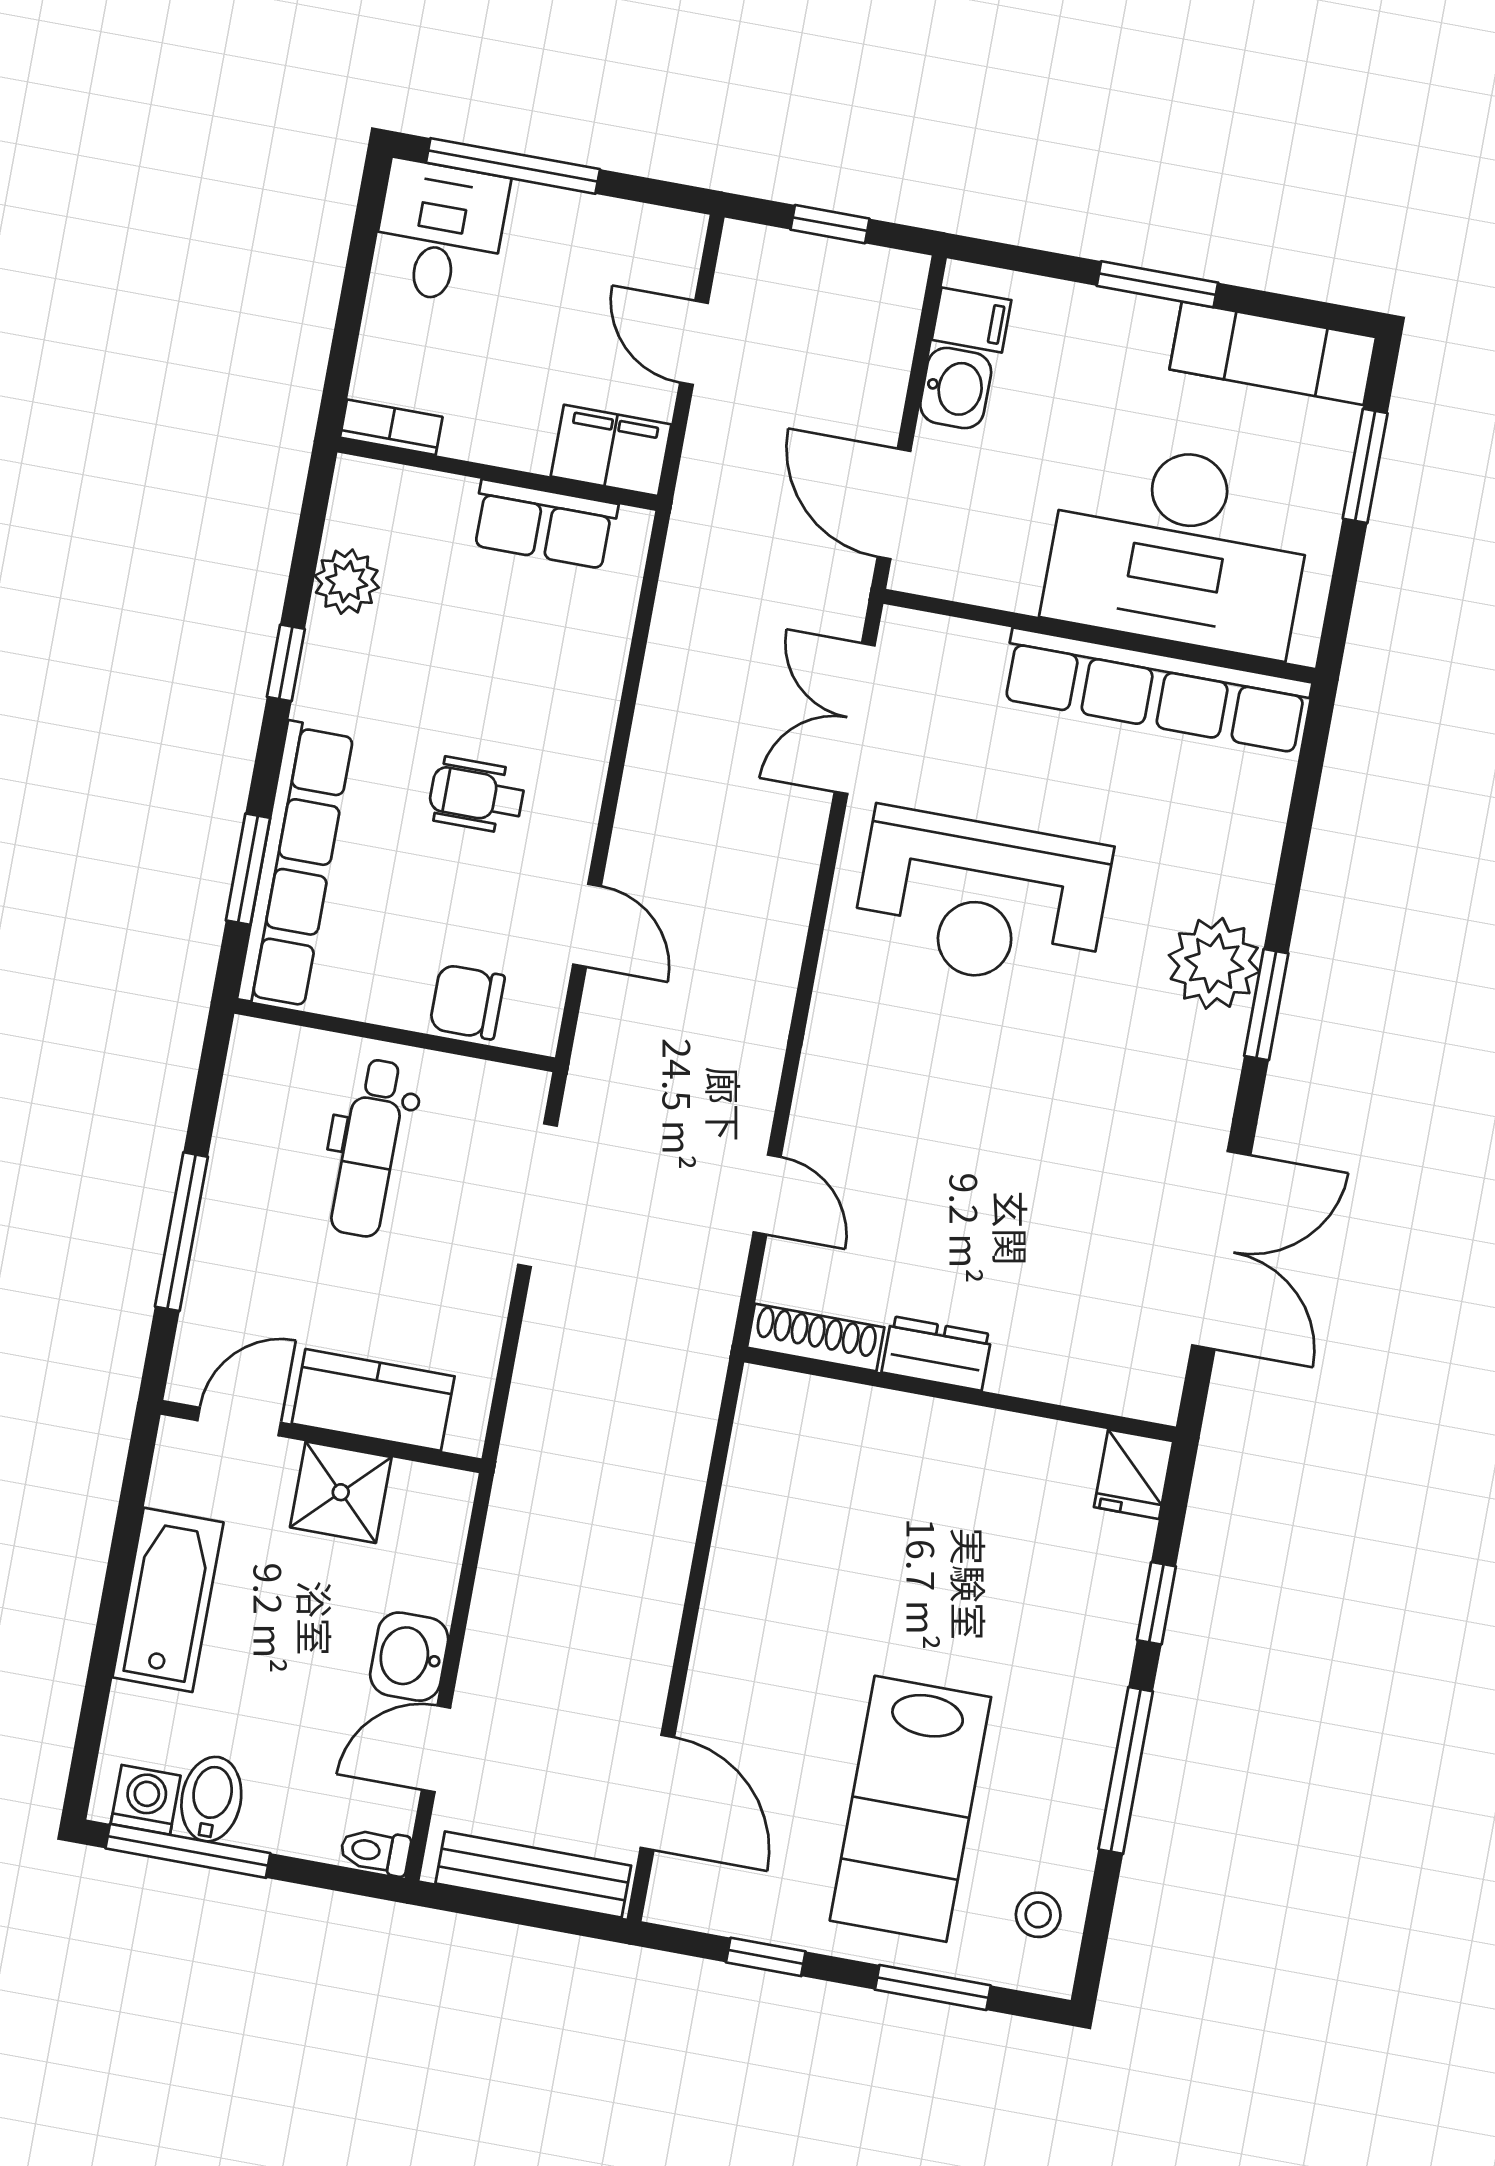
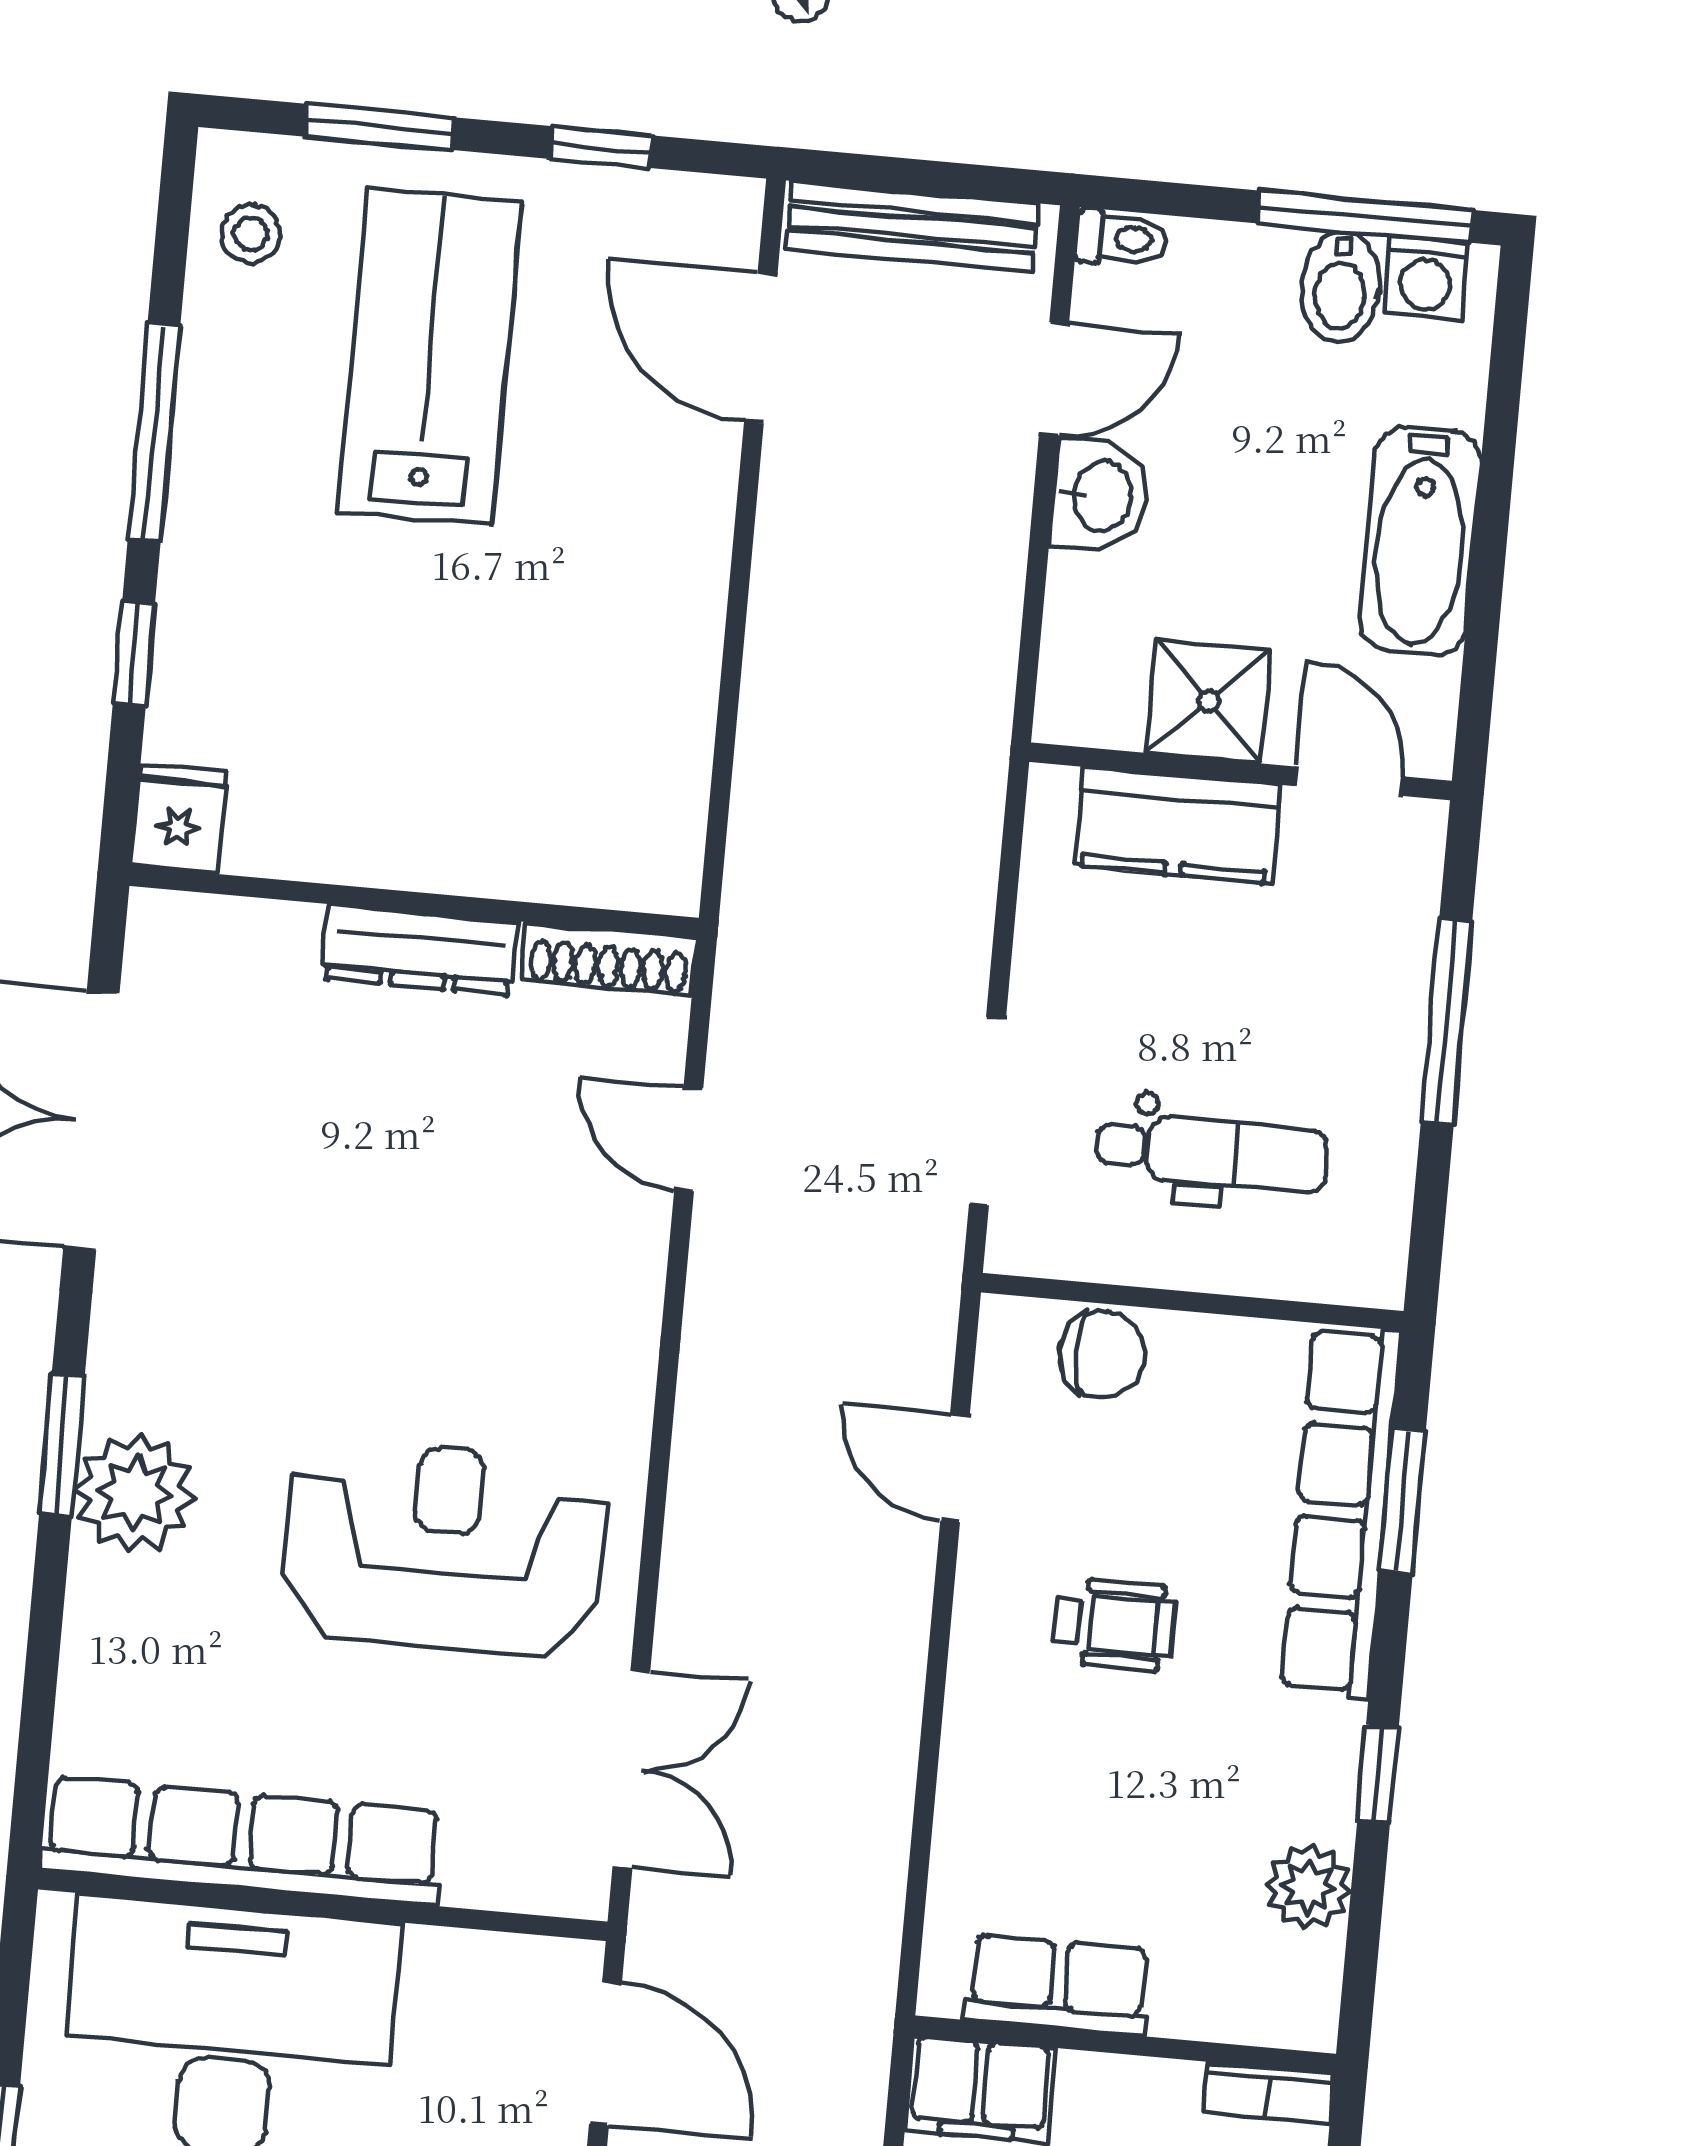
dental chair: (369, 1148) -> (1212, 1153), turned 90
dresser: (937, 1353) -> (420, 950), width x1.44
door: (239, 1422) -> (1349, 781), swing flipped

